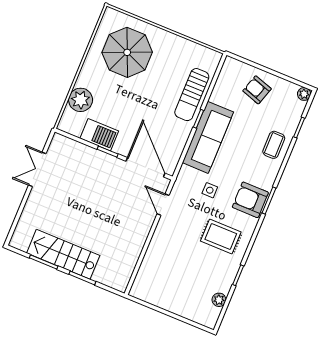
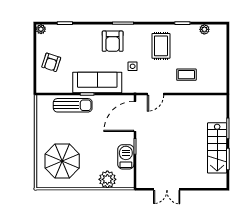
coffee table: (274, 145) -> (186, 75), moved
armchair: (250, 200) -> (113, 41), moved

